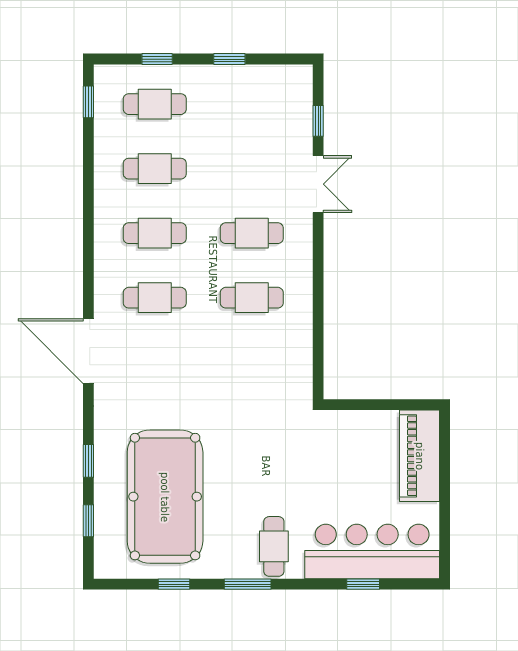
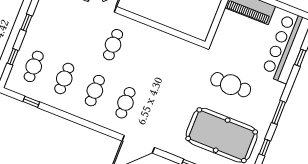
window: (88, 102) -> (31, 102), moved
cafe table: (252, 298) -> (144, 57), removed
cafe table: (274, 546) -> (231, 85), moved, width x1.37, depth x1.35

